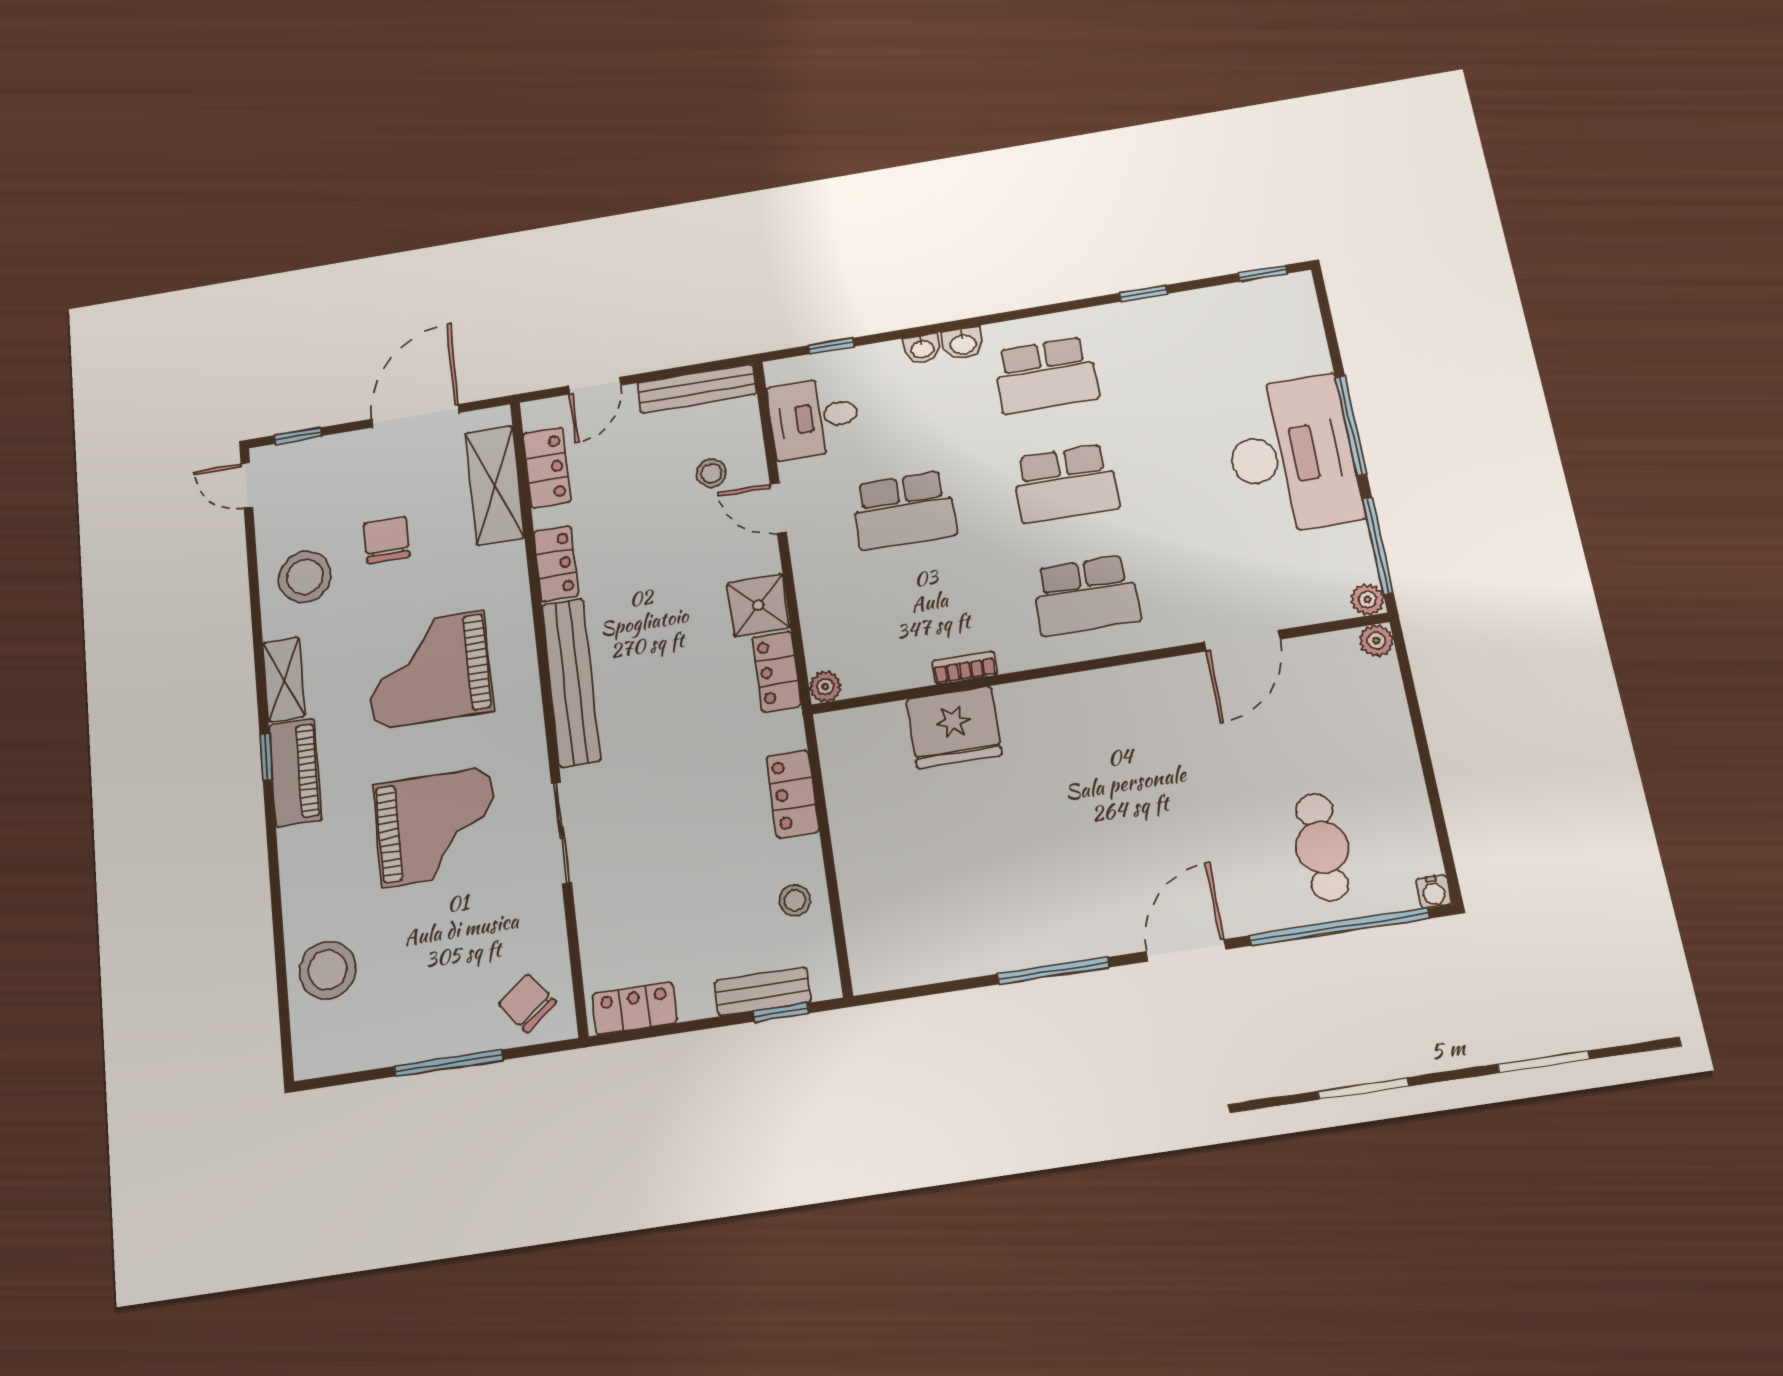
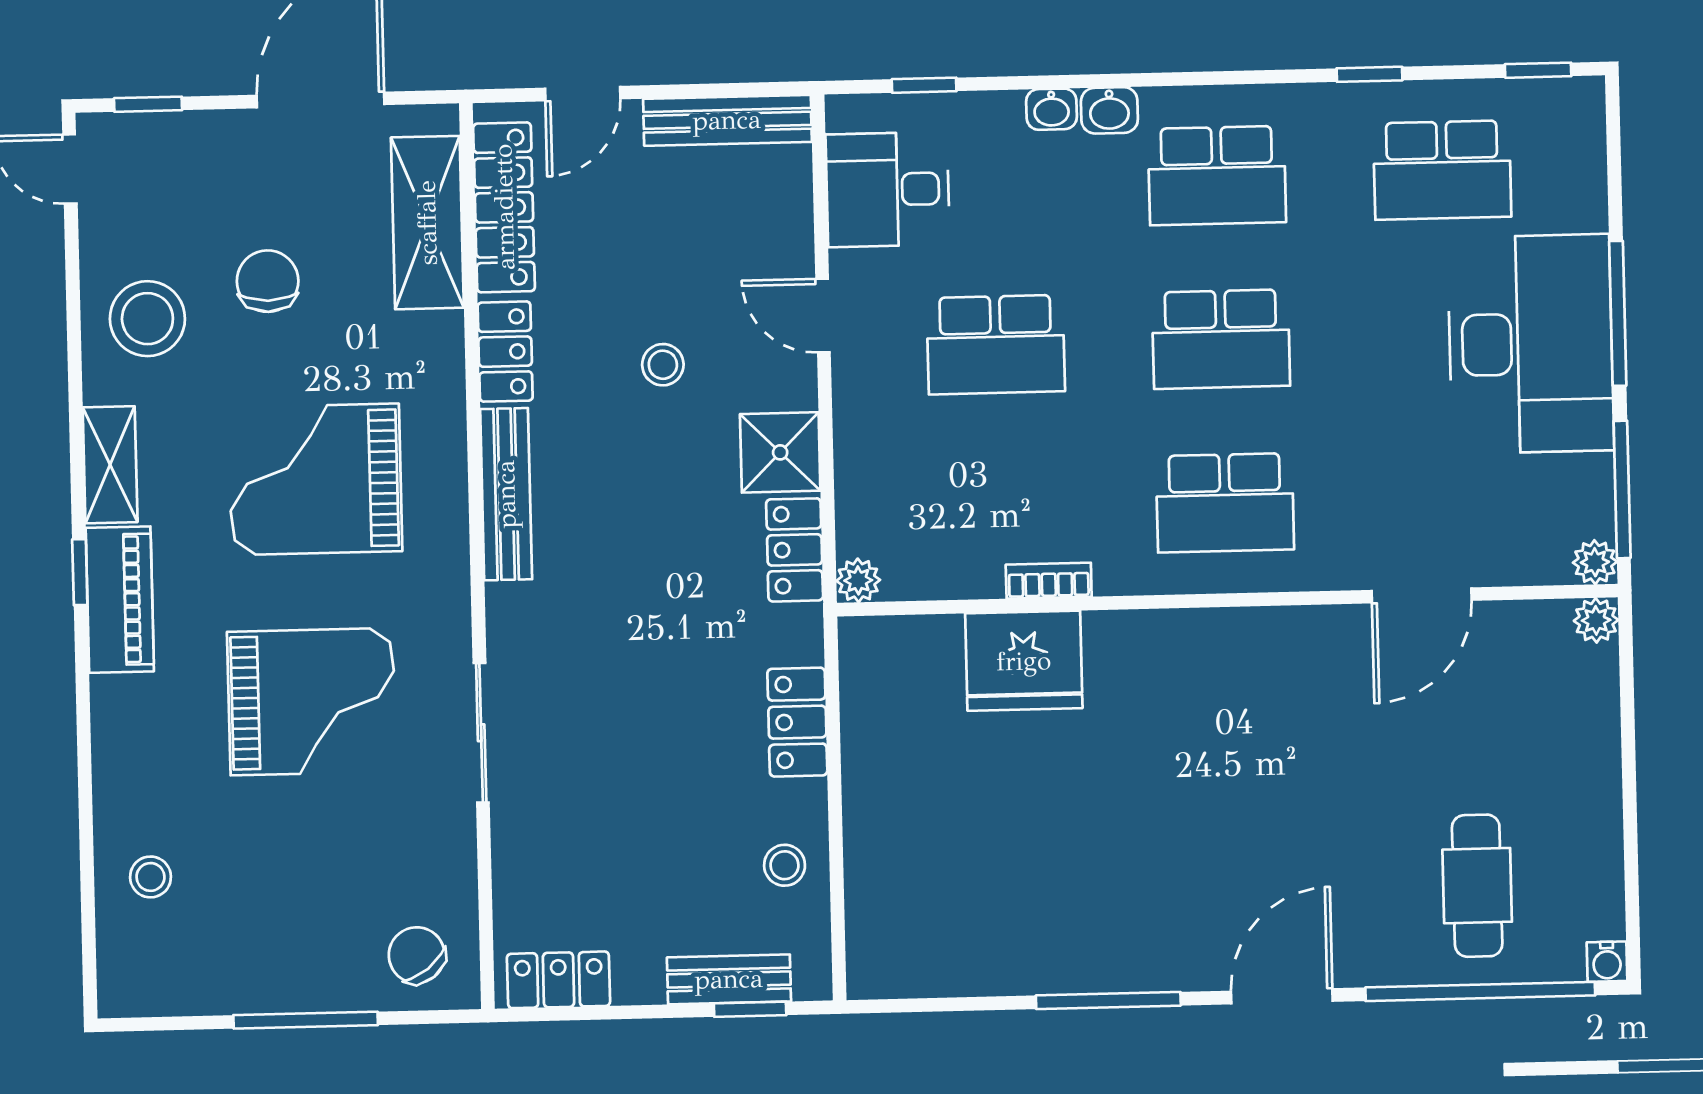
school desk: (1206, 348) -> (1442, 170), added
locker: (547, 468) -> (504, 207), width x1.53
stool: (711, 473) -> (663, 365), moved
bench: (571, 682) -> (506, 494), width x0.73, depth x0.82
stool: (328, 970) -> (150, 877), width x0.53, depth x0.53

